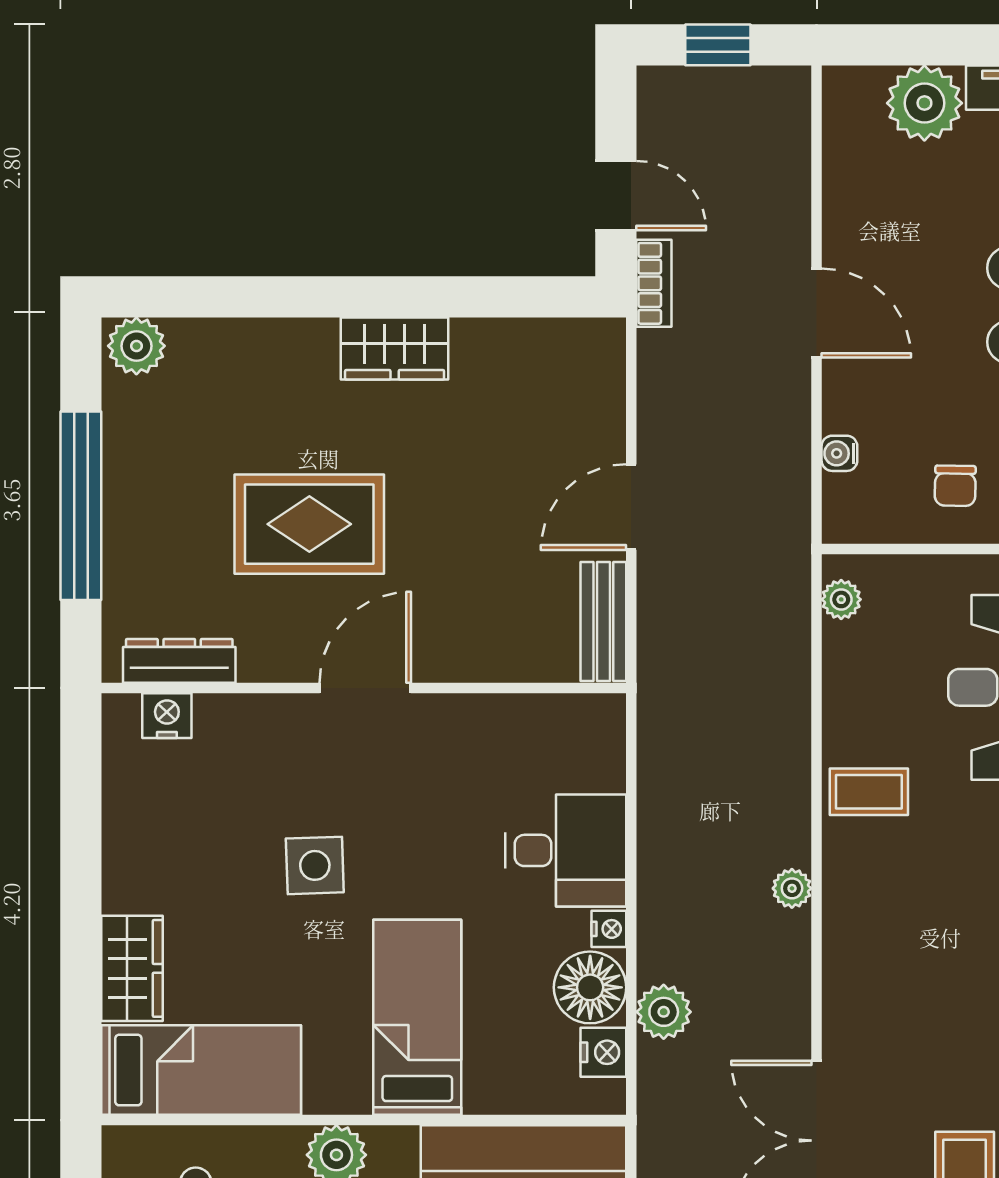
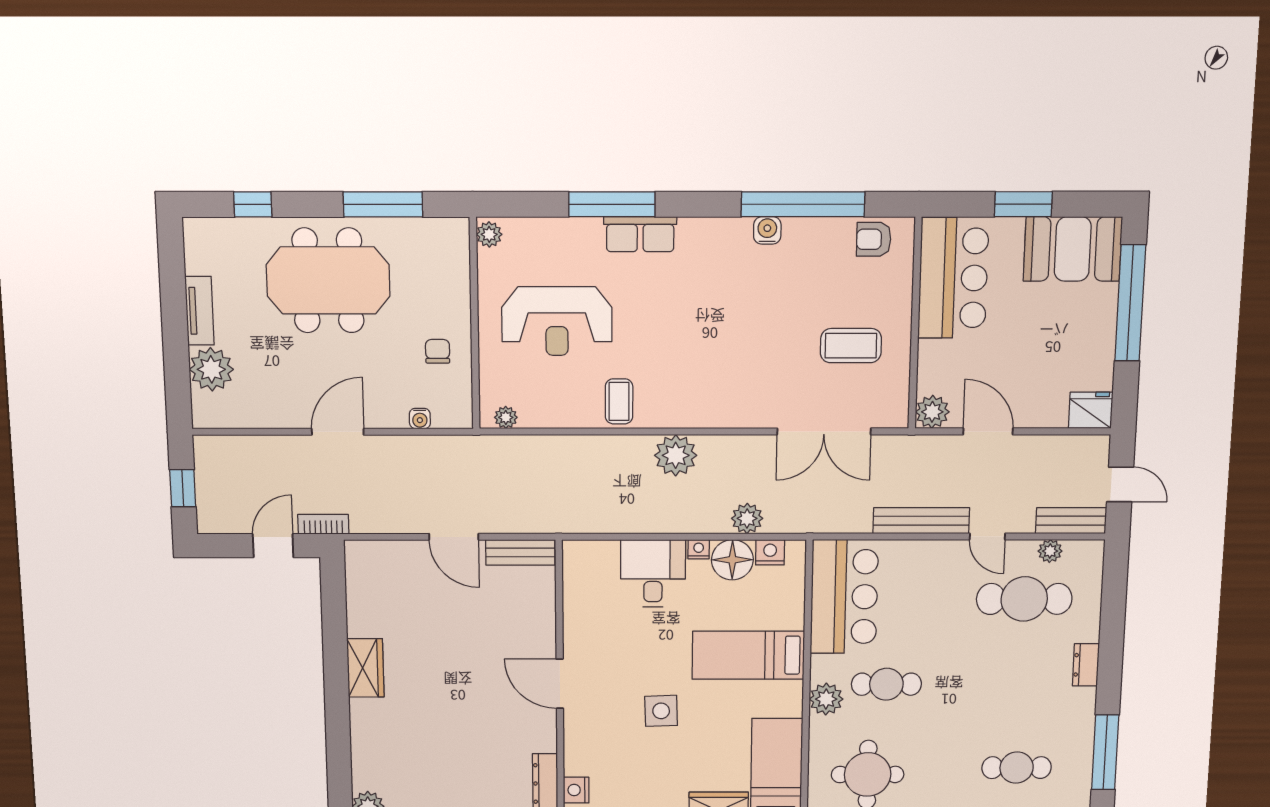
chair: (955, 486) -> (438, 351), turned -91
rug: (309, 524) -> (467, 714), removed
plant: (792, 888) -> (676, 455), width x1.88, depth x1.88

